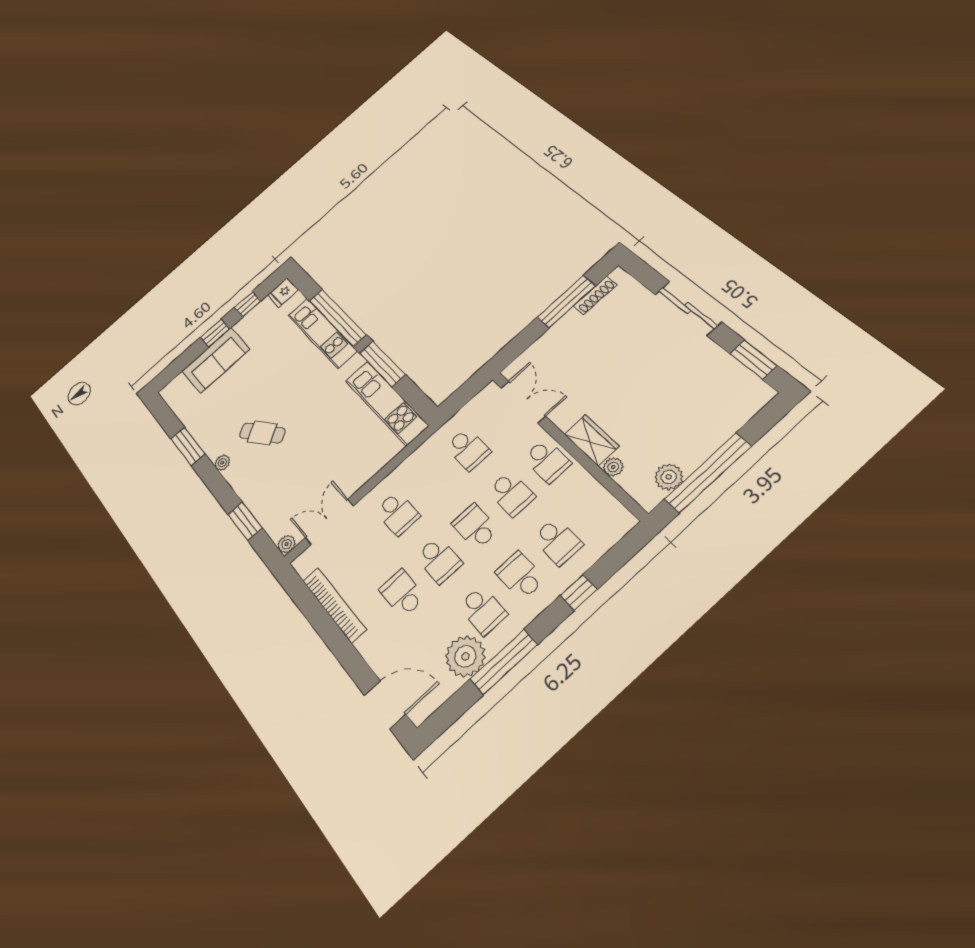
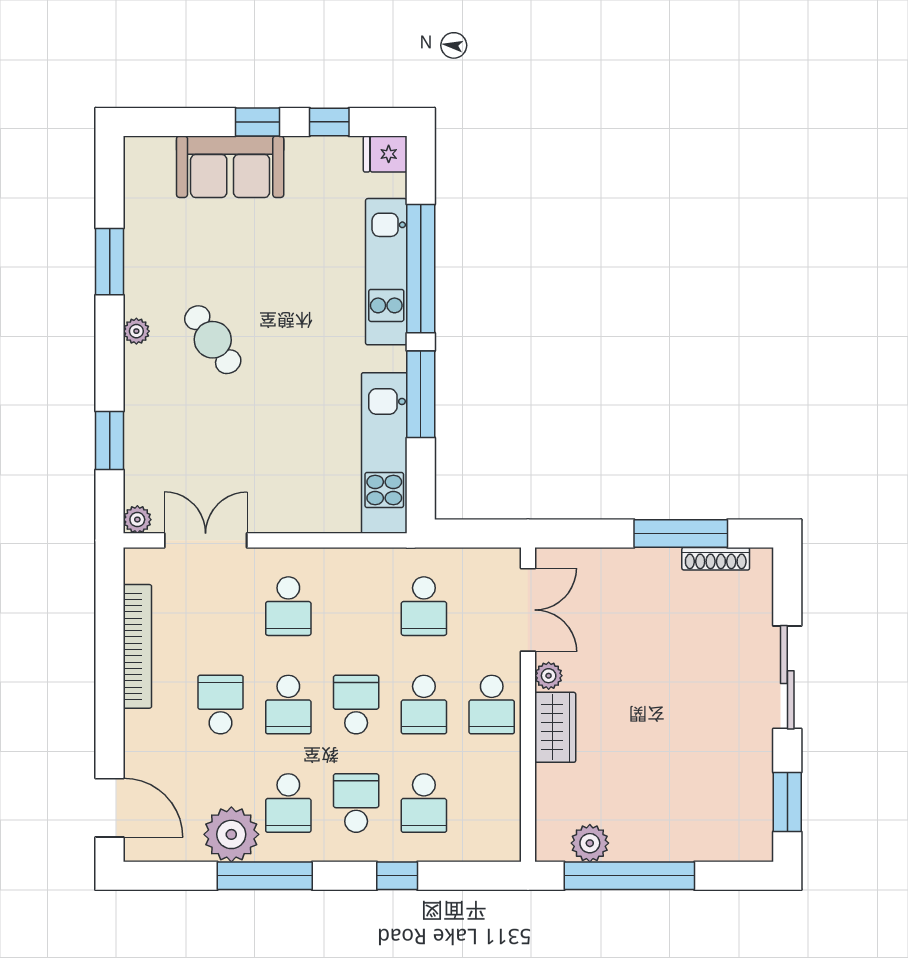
plant: (613, 467) -> (549, 676), moved

